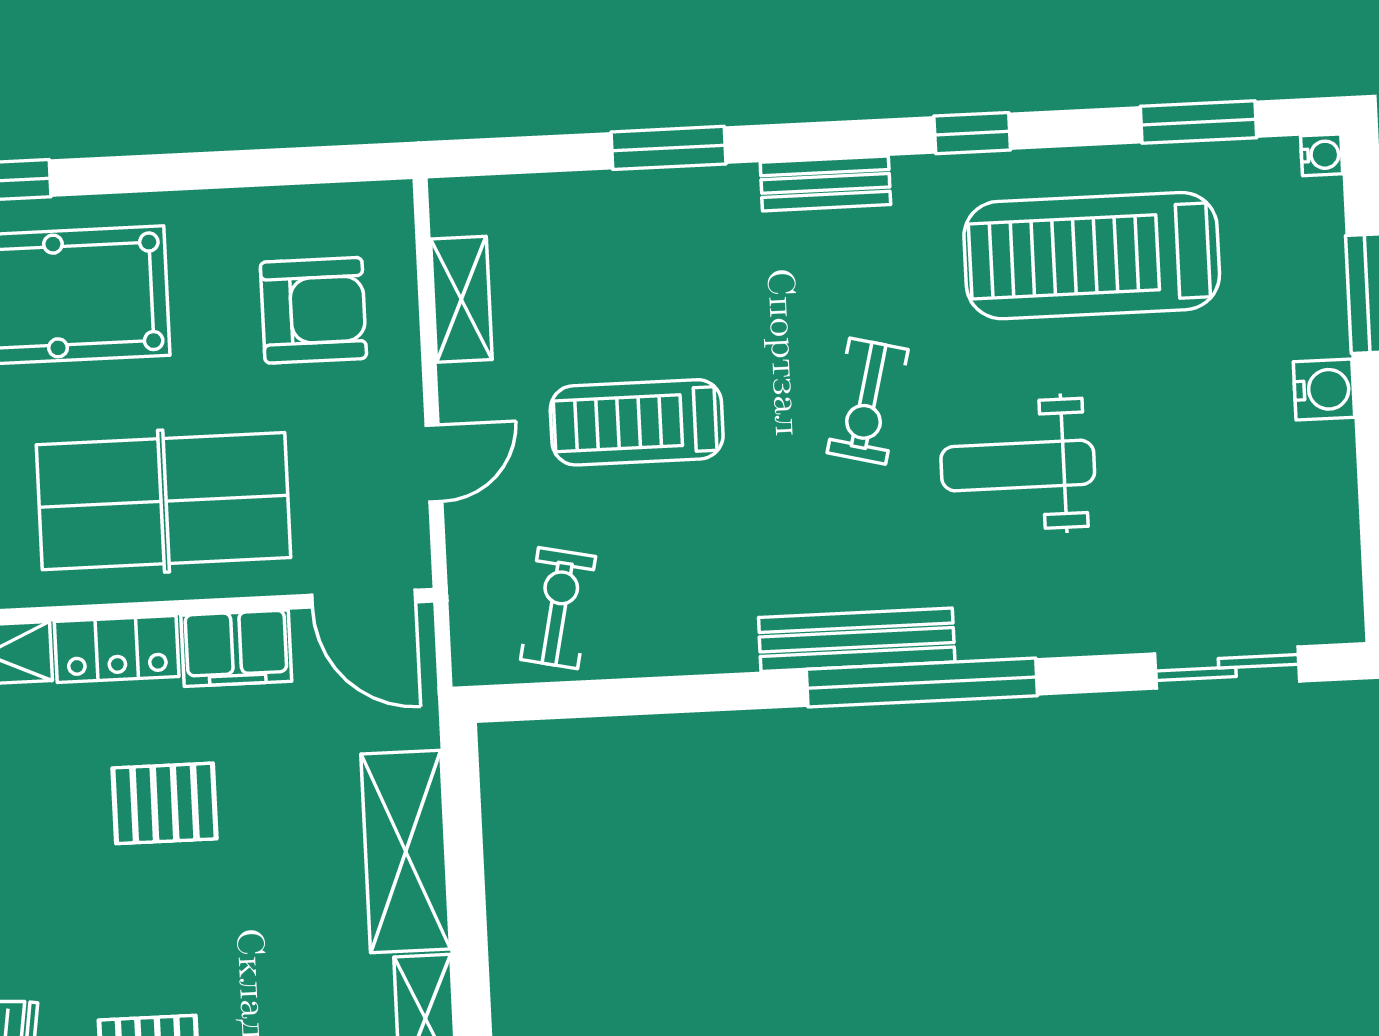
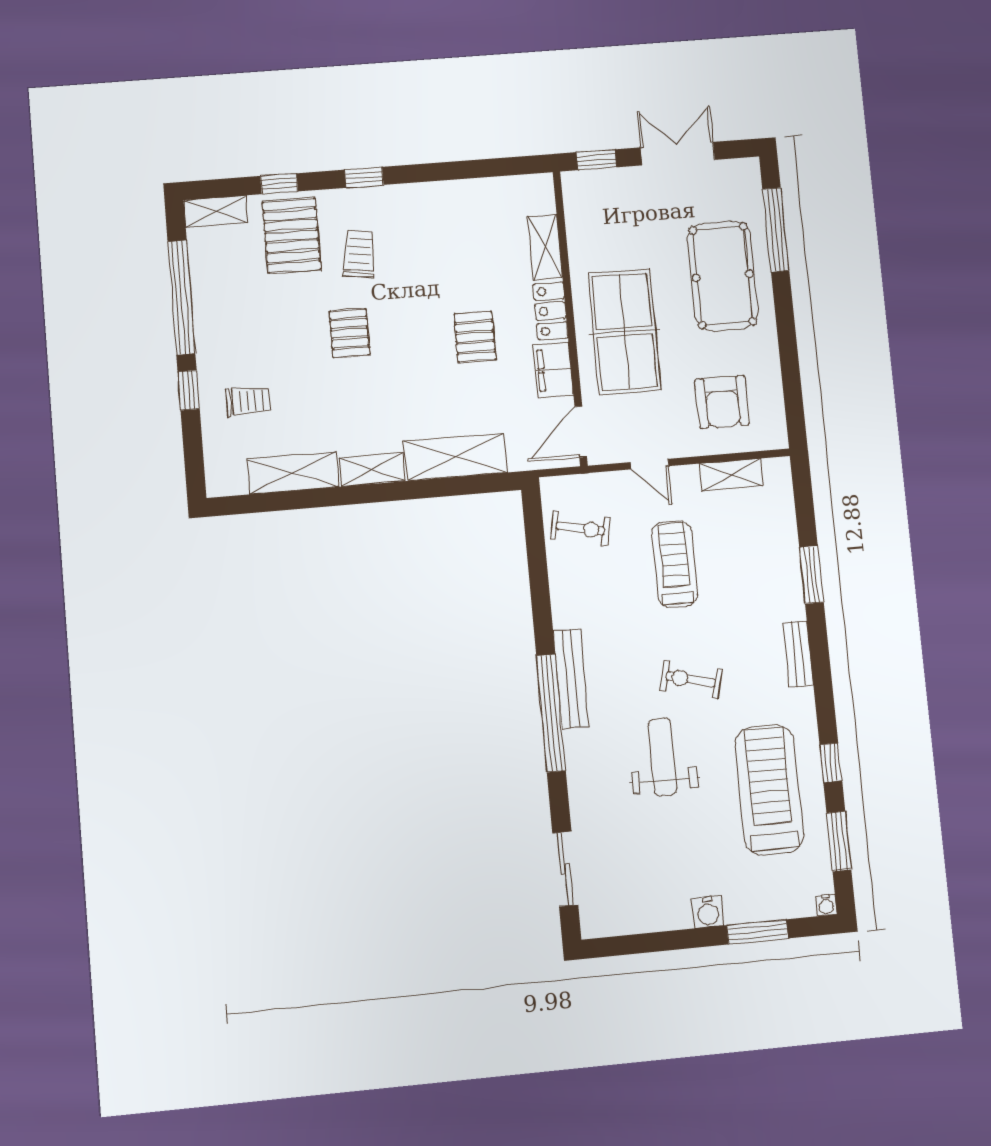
window: (972, 133) -> (831, 763), moved

